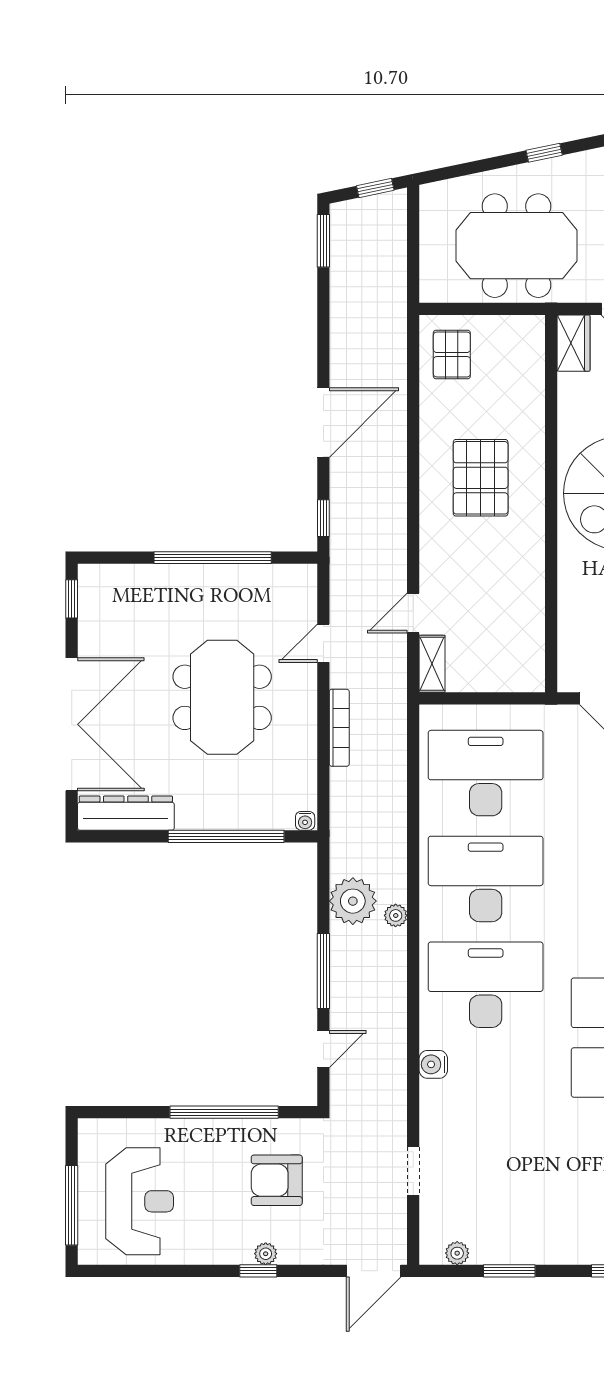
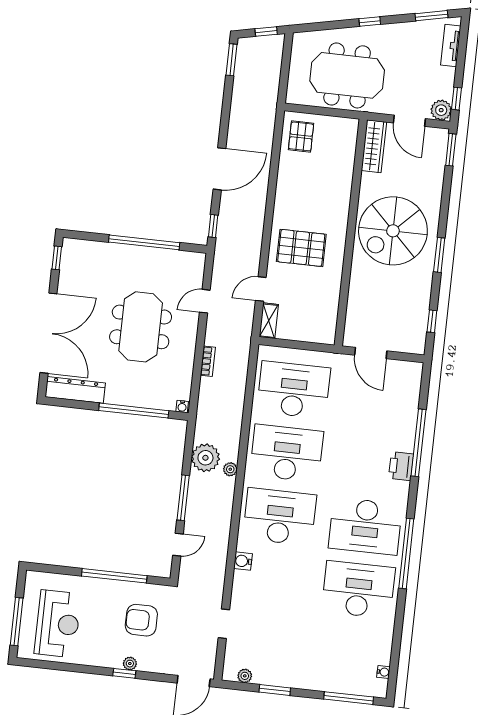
wardrobe: (574, 343) -> (374, 146), width x1.50
pallet: (481, 478) -> (301, 248), moved, turned 90
bookcase: (339, 728) -> (208, 361), width x0.64

